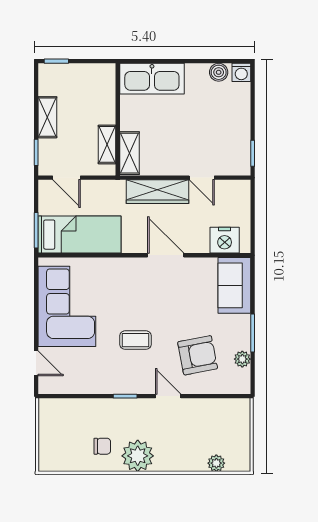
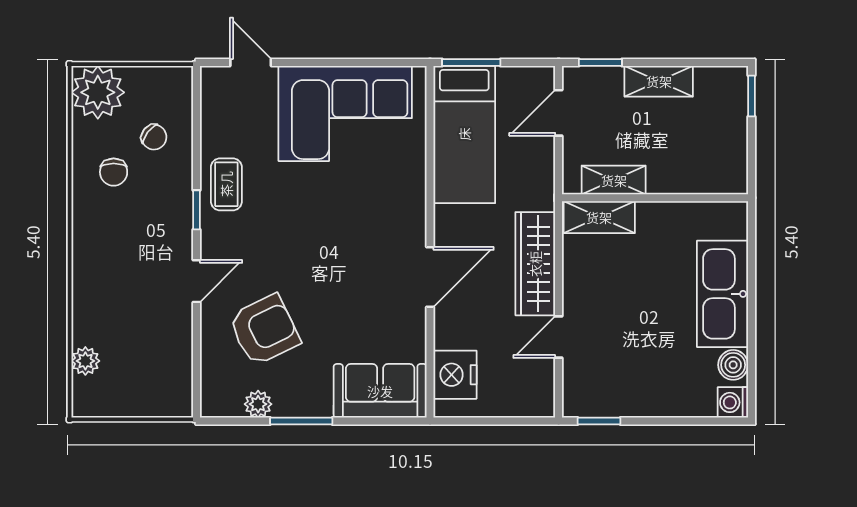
kitchen sink: (152, 79) -> (723, 294), moved
coffee table: (136, 340) -> (226, 184), moved
armchair: (198, 355) -> (264, 330), turned -105
door: (36, 363) -> (251, 62), swing flipped
chair: (81, 422) -> (154, 137), added
plant: (138, 456) -> (98, 92), moved

